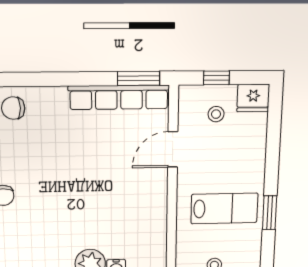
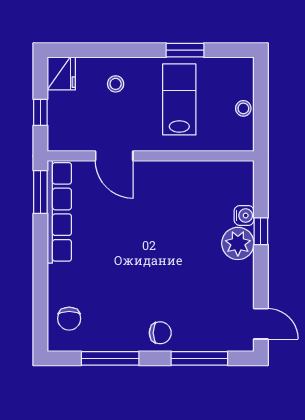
stool: (216, 114) -> (116, 84), moved

